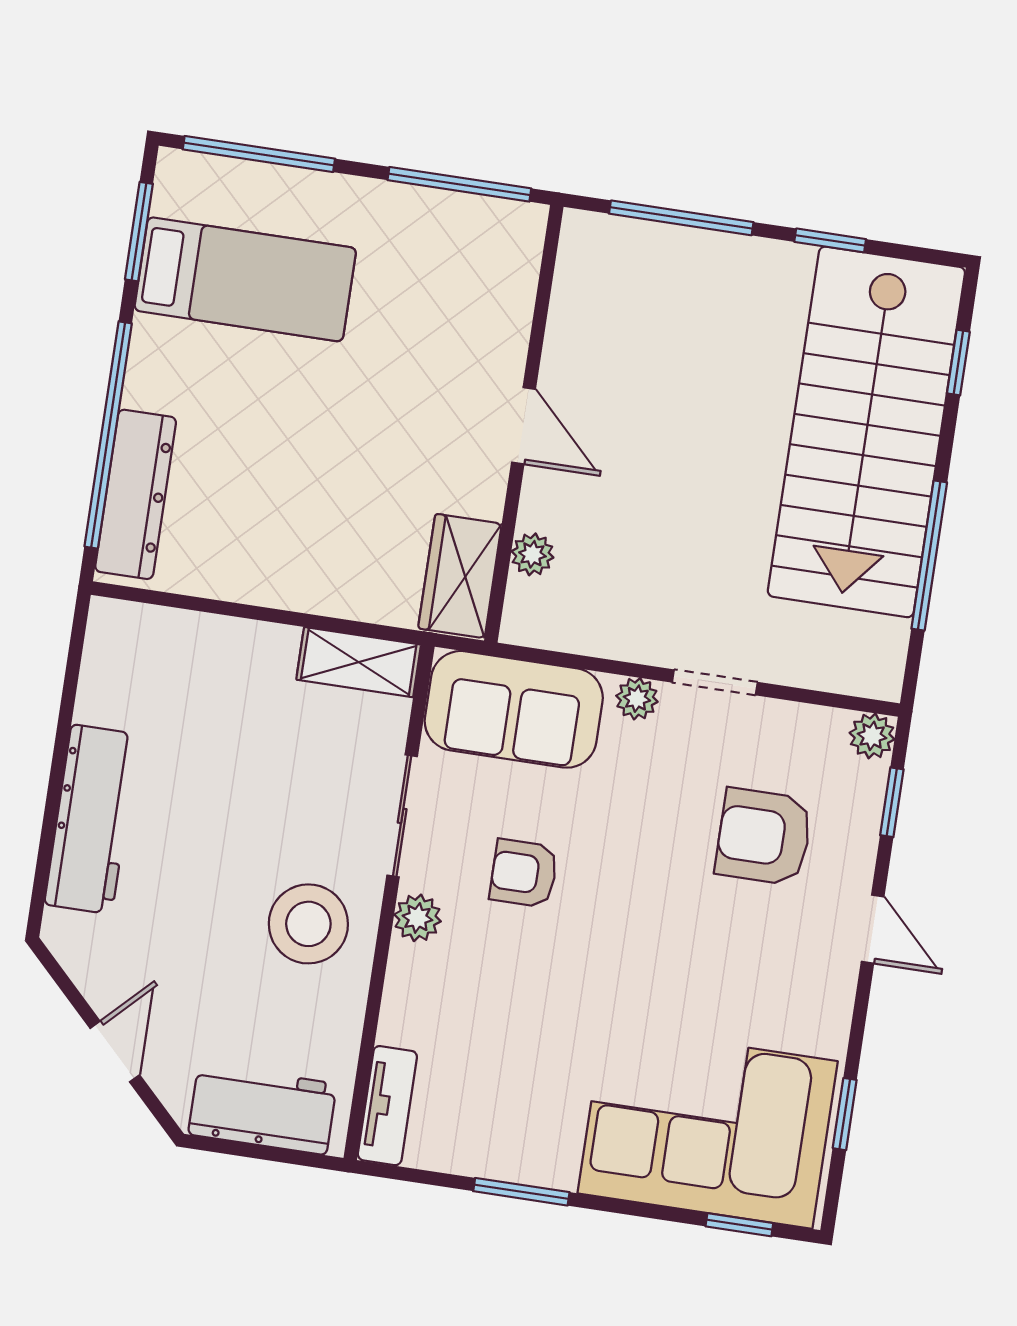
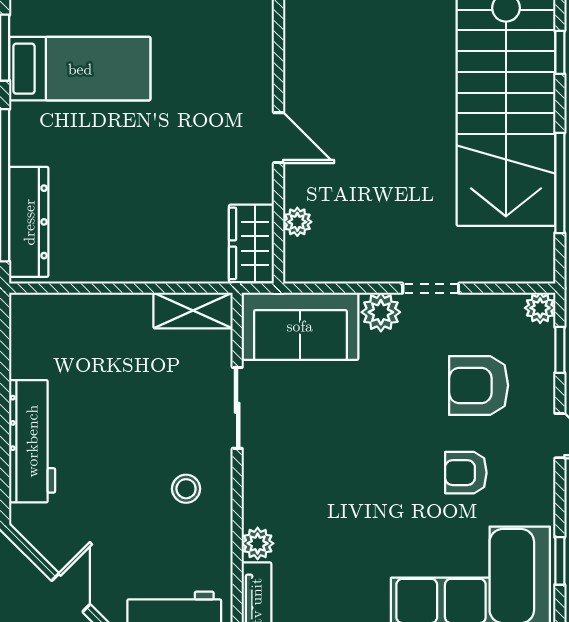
plant: (637, 699) -> (381, 312), width x1.38, depth x1.38
armchair: (524, 873) -> (466, 473), moved
plant: (417, 918) -> (258, 543), moved
stool: (308, 924) -> (186, 489), width x0.53, depth x0.53

